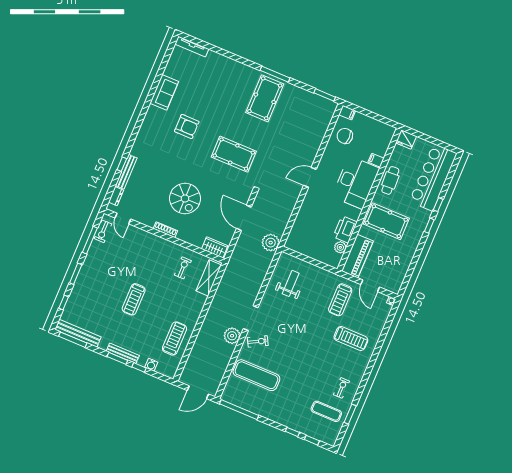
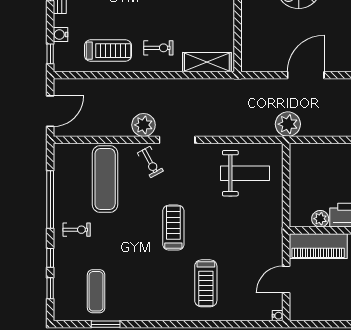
wardrobe: (215, 247) -> (250, 53), removed
exercise bike: (183, 268) -> (158, 48), moved
weight bench: (291, 283) -> (245, 173), width x1.36, depth x1.33
treadmill: (340, 300) -> (173, 228), moved, turned 90
window: (139, 367) -> (50, 54), moved
exercise bike: (341, 388) -> (77, 230), moved
door: (198, 392) -> (50, 111), swing flipped
window: (239, 410) -> (50, 200), moved

